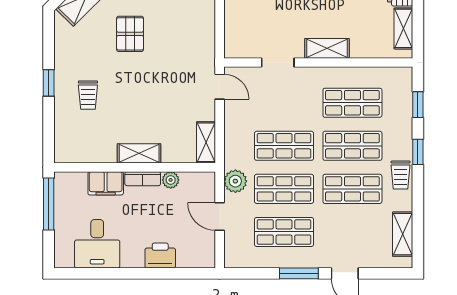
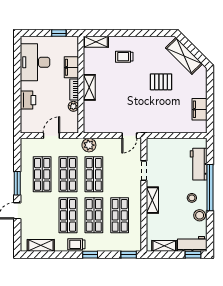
window: (49, 83) -> (132, 33), removed
window: (418, 105) -> (129, 255), moved
shelving: (206, 142) -> (96, 42), moved
plant: (235, 181) -> (89, 145), moved
window: (49, 204) -> (59, 33), width x0.46
desk: (97, 244) -> (35, 62), width x1.37

